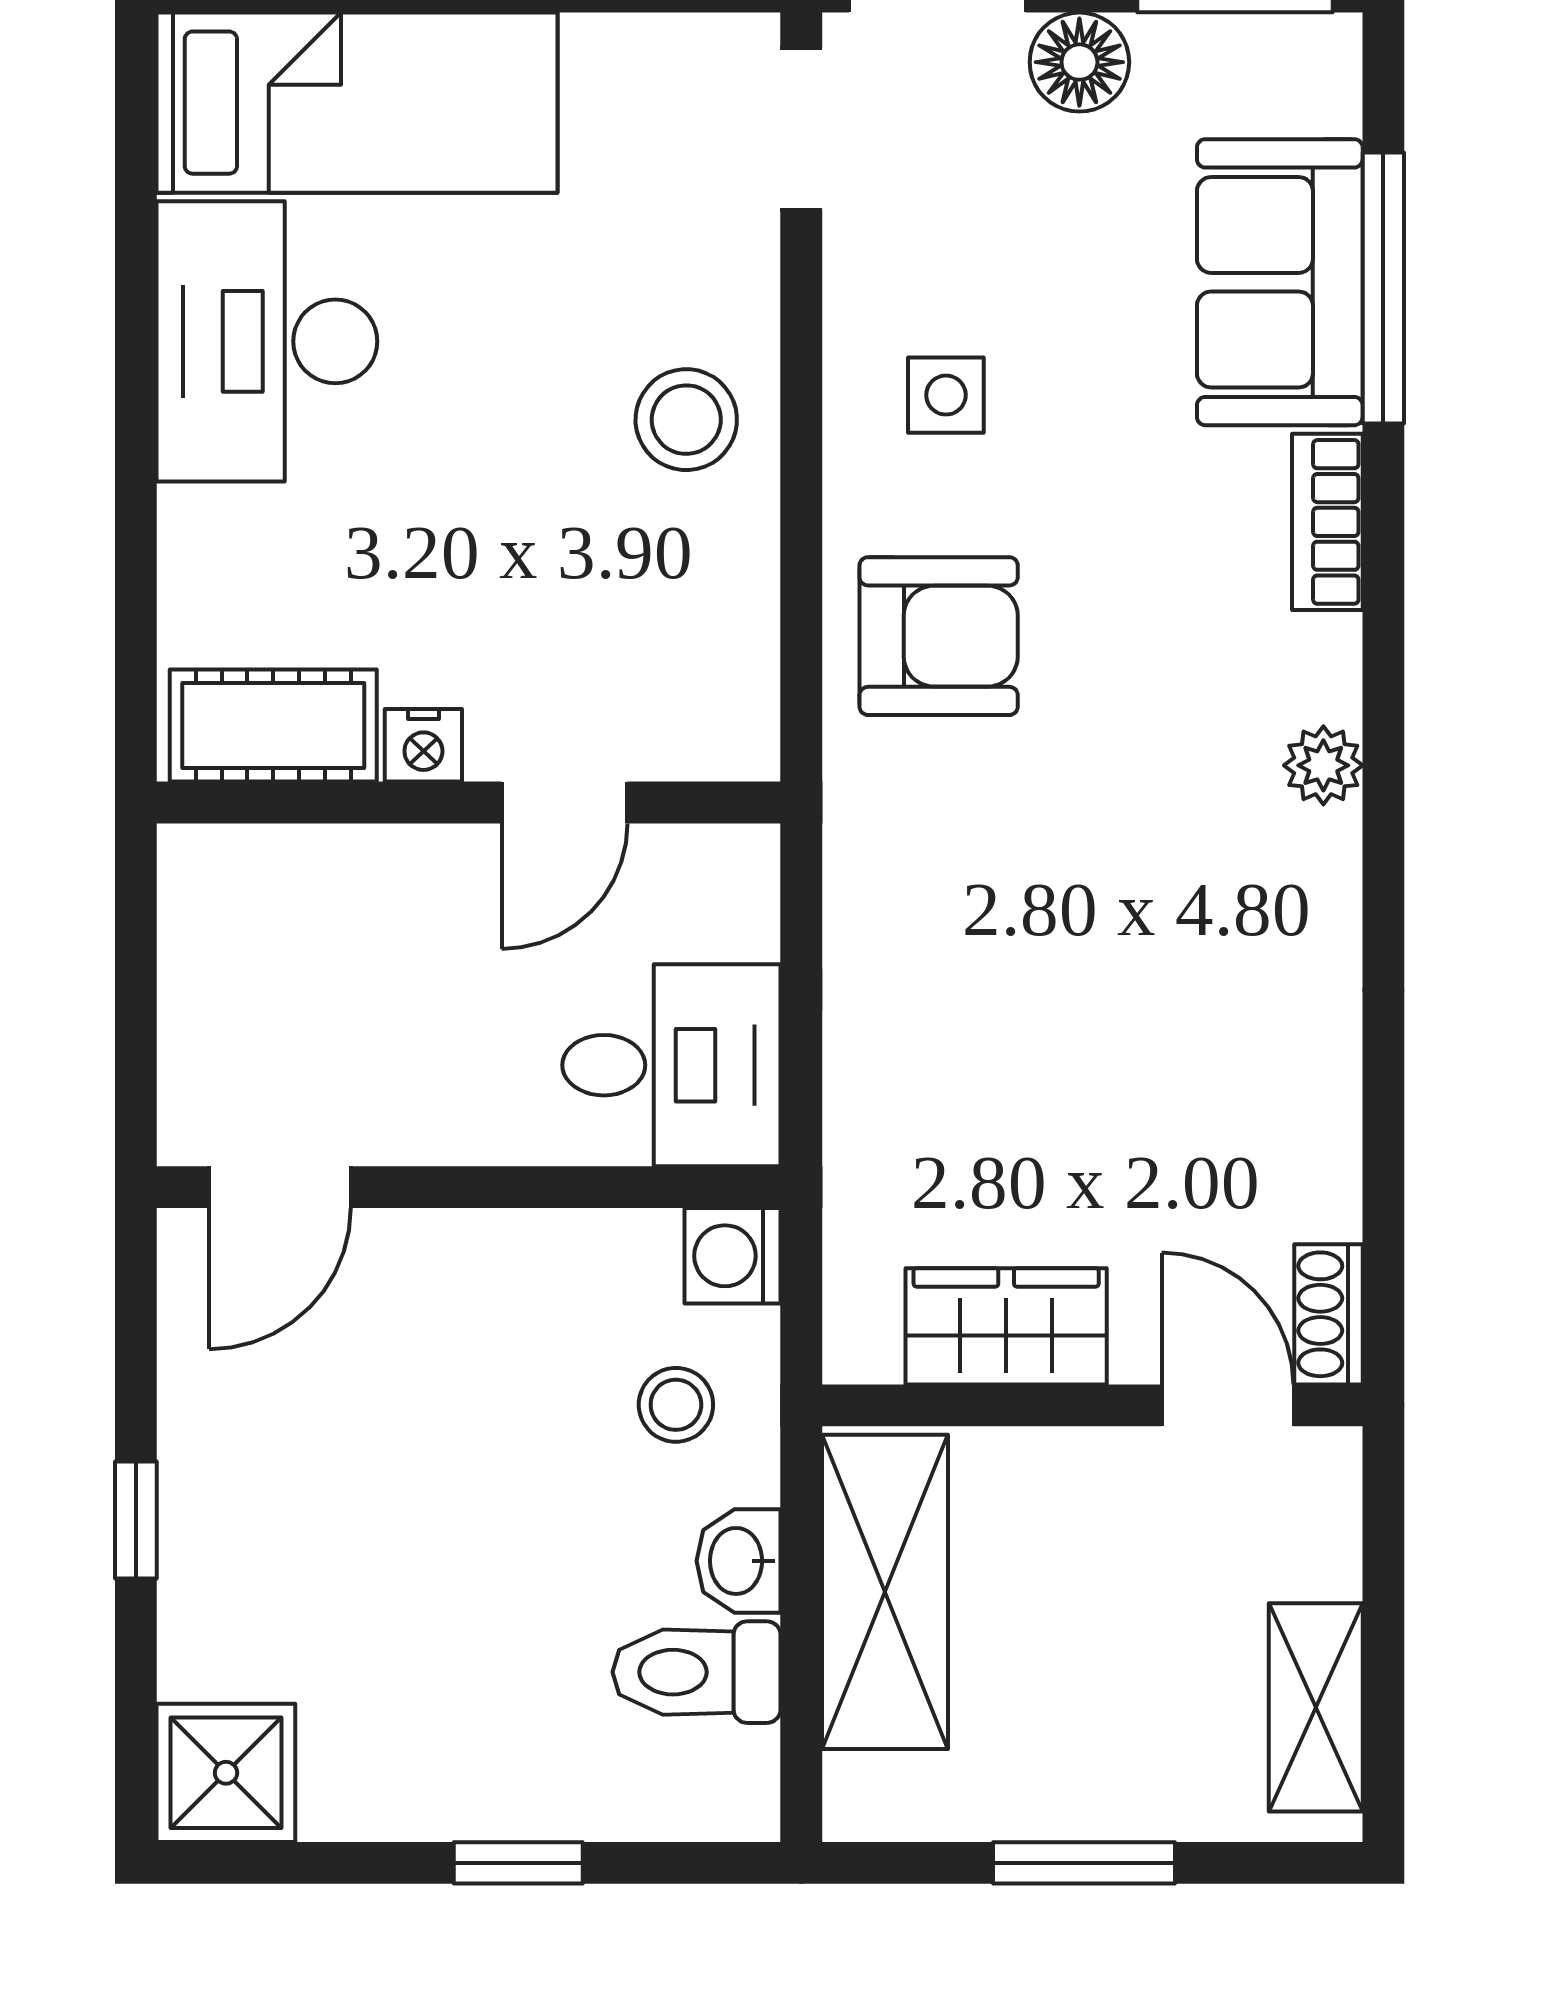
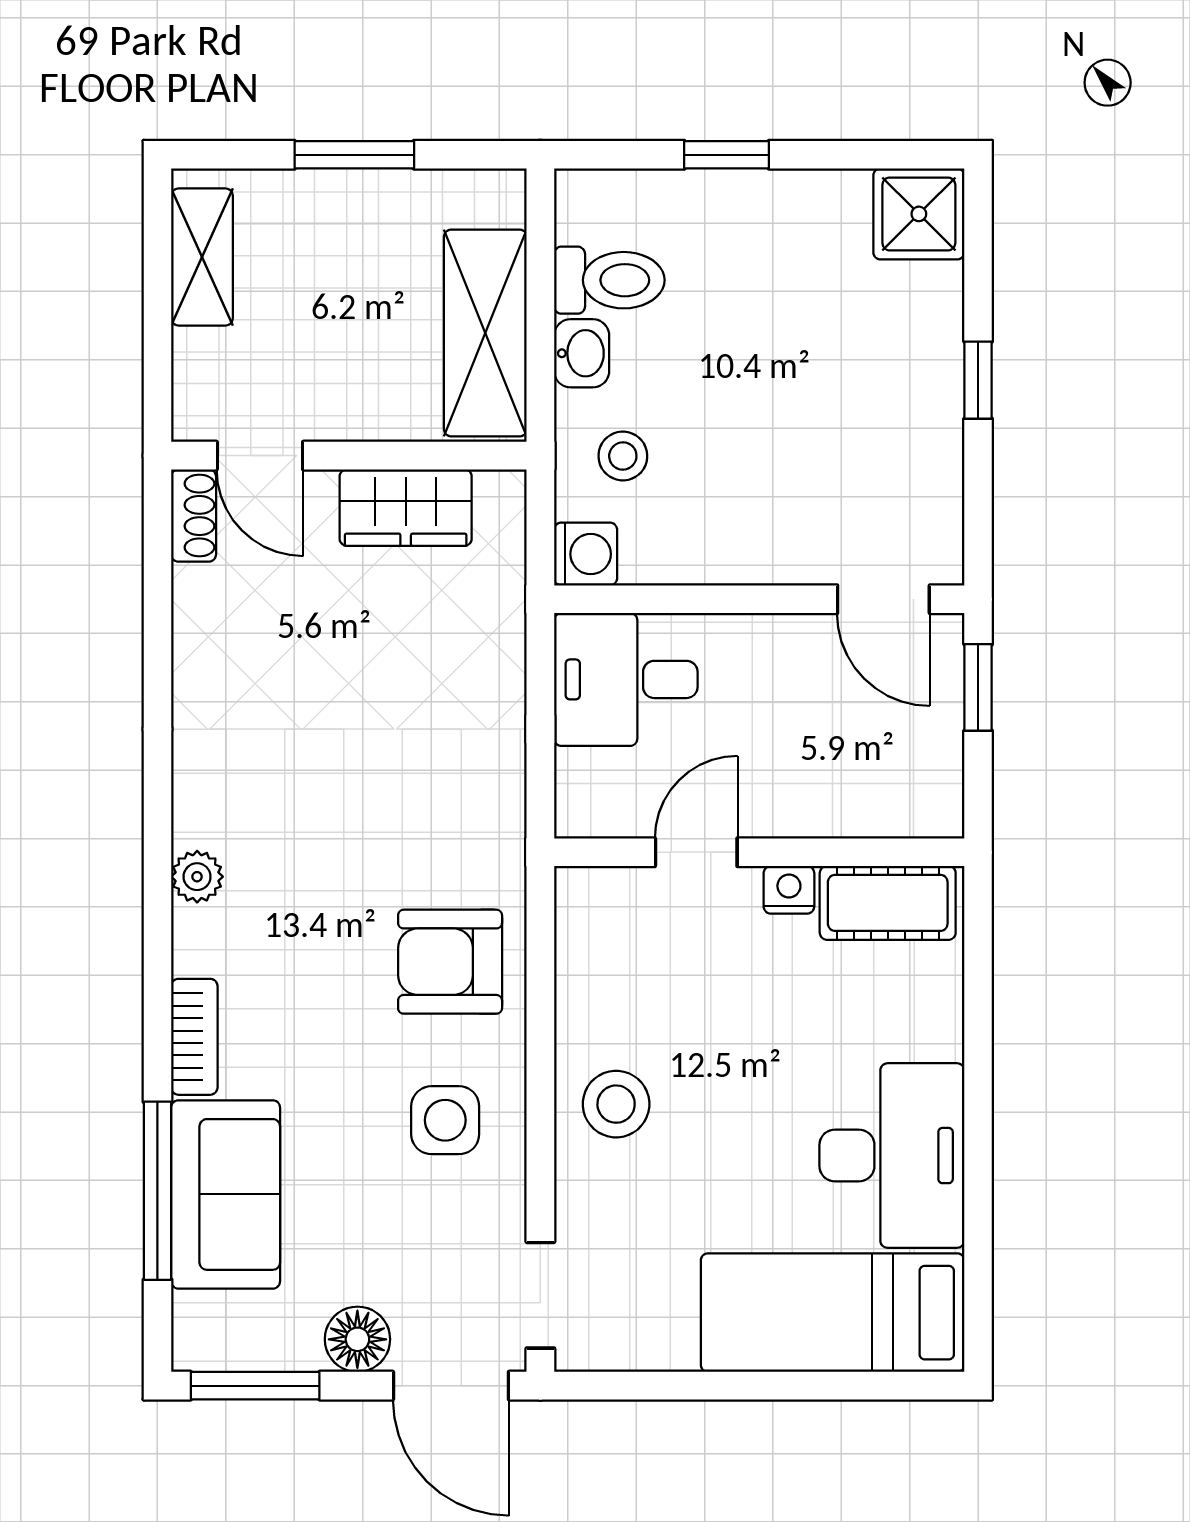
side table: (946, 395) -> (445, 1120), width x1.37, depth x1.37
window: (136, 1053) -> (978, 687), added
door: (280, 1187) -> (883, 599), swing flipped

